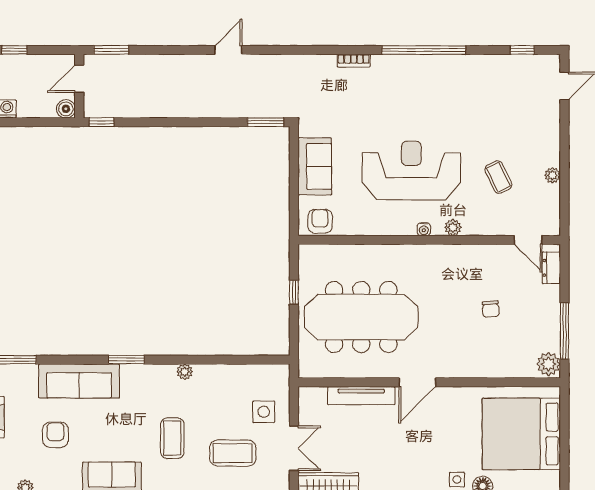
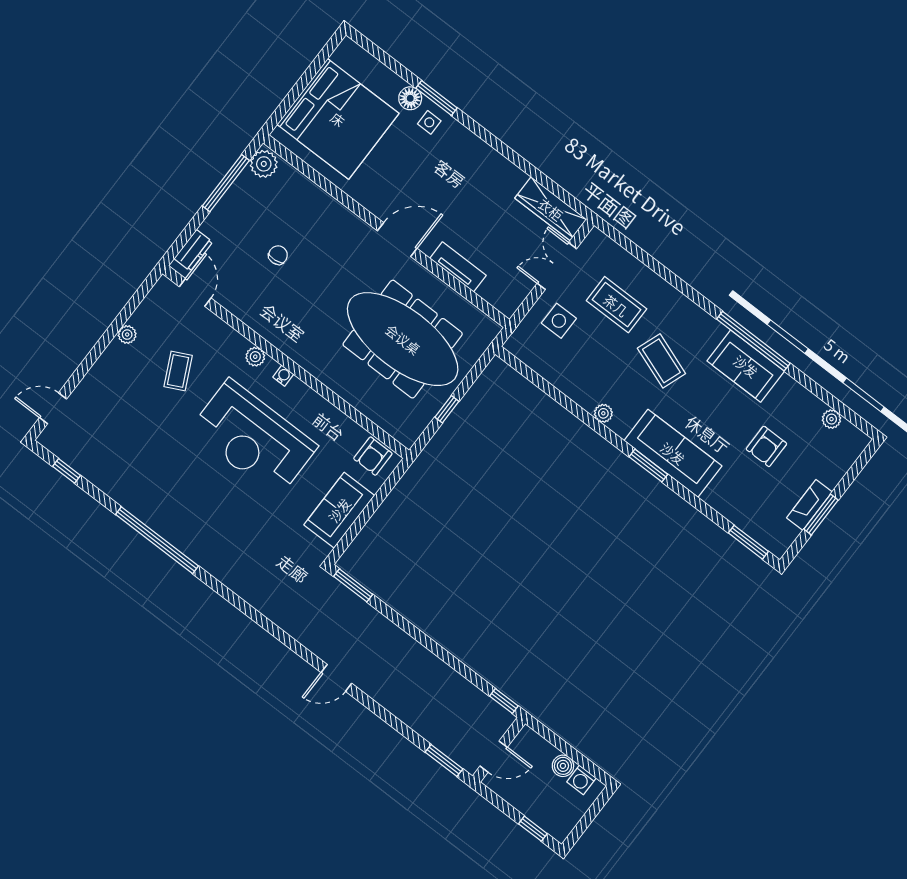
bookcase: (354, 61) -> (229, 580), removed
boiler: (66, 109) -> (563, 766), moved
sofa: (79, 381) -> (673, 453), moved
tv unit: (361, 396) -> (458, 267), width x0.71
coffee table: (172, 438) -> (661, 361), turned -70

